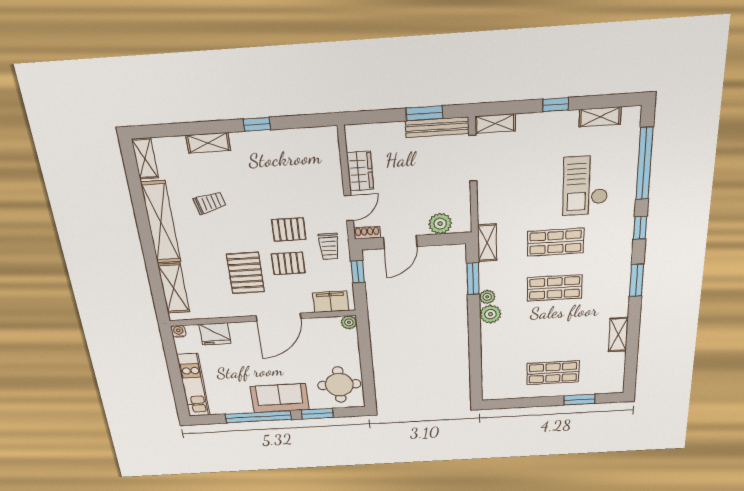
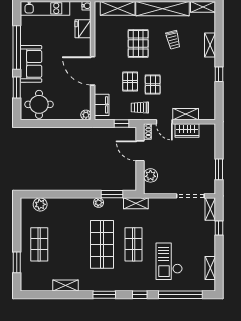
window: (556, 105) -> (219, 228), moved
bench: (437, 127) -> (210, 176), removed
shelving: (333, 175) -> (186, 114), added
checkout: (586, 185) -> (169, 261), turned -90
pallet: (245, 273) -> (138, 43), moved, turned 90
shop shelf: (555, 288) -> (102, 244), width x1.43, depth x1.36
plant: (490, 314) -> (40, 204), moved

